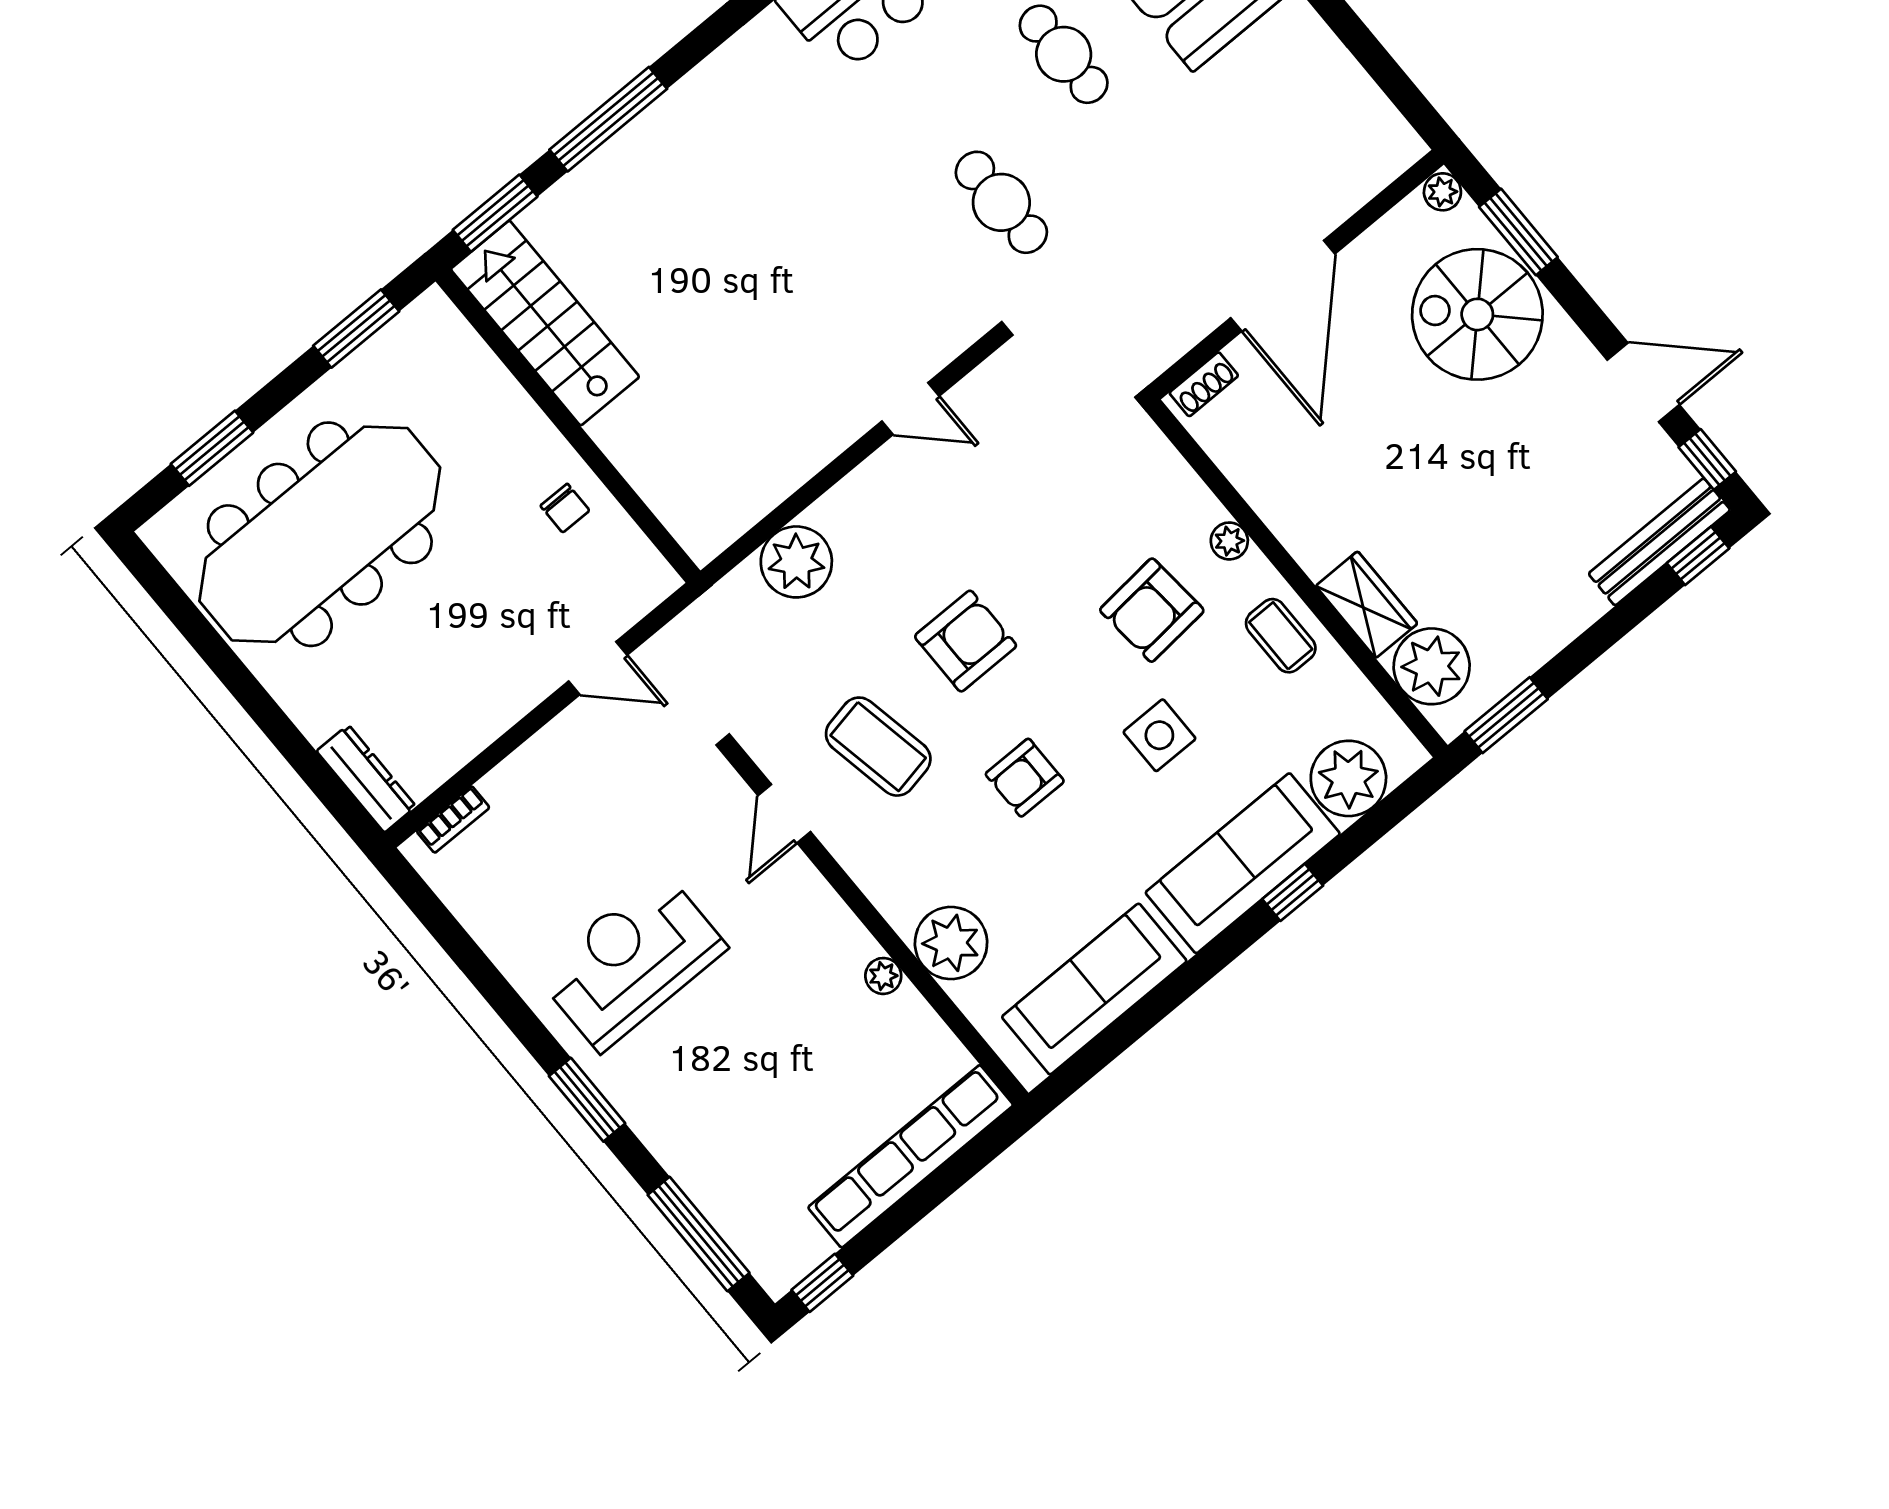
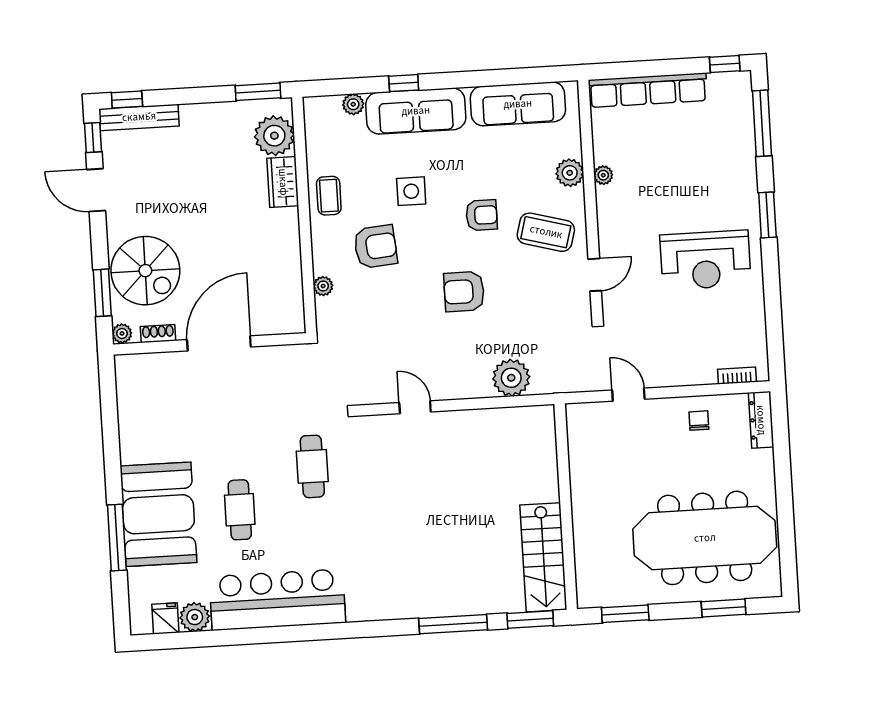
shoe rack: (1204, 384) -> (158, 334), moved
chair: (565, 508) -> (699, 421), moved
plant: (1229, 541) -> (323, 286), moved
coffee table: (878, 747) -> (546, 232), moved, turned -64
plant: (1348, 778) -> (353, 104), width x0.53, depth x0.53
plant: (951, 943) -> (570, 173), width x0.73, depth x0.73

